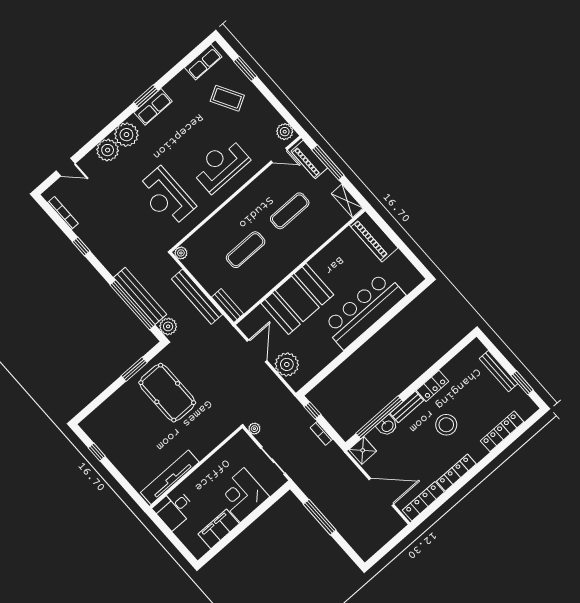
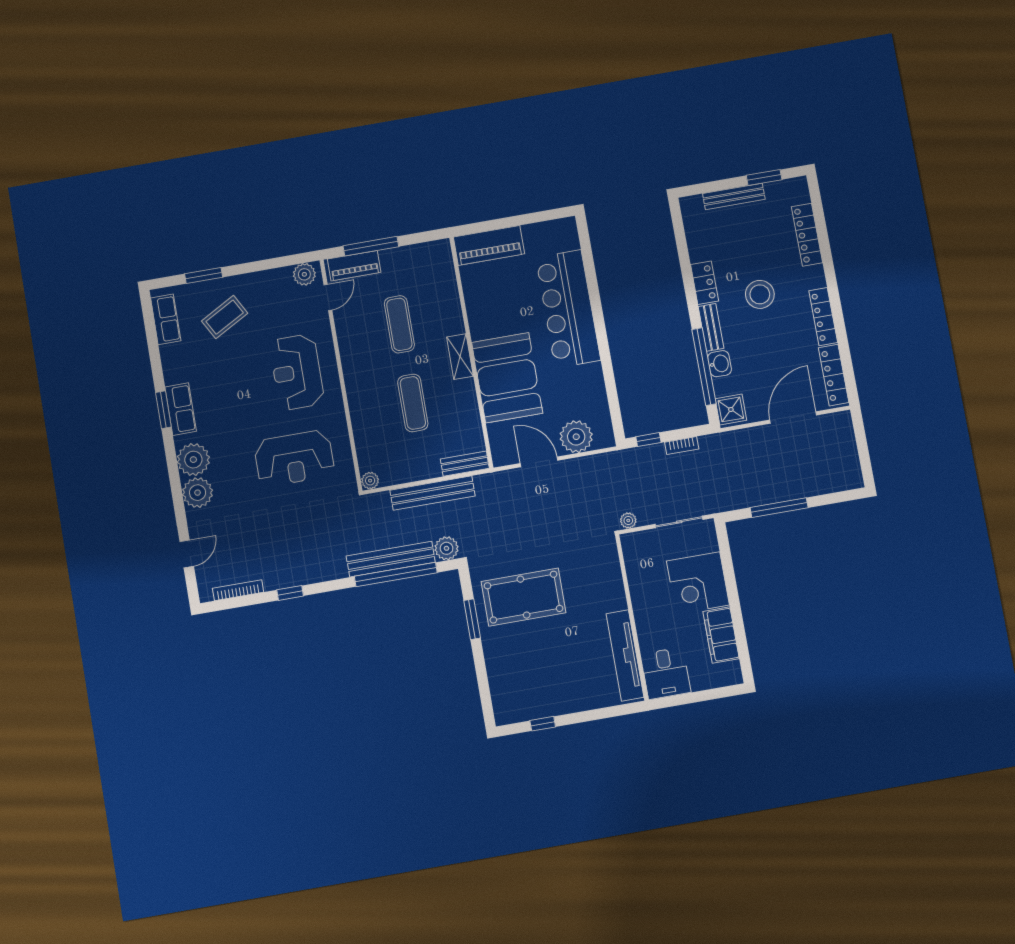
shelving: (347, 201) -> (460, 357), moved, turned 90

